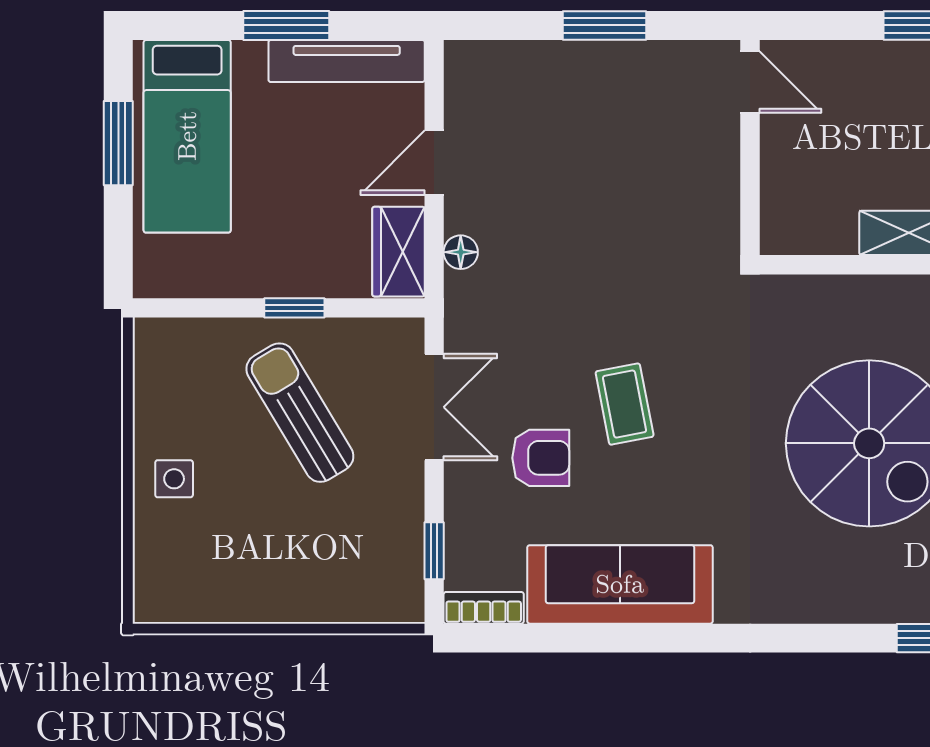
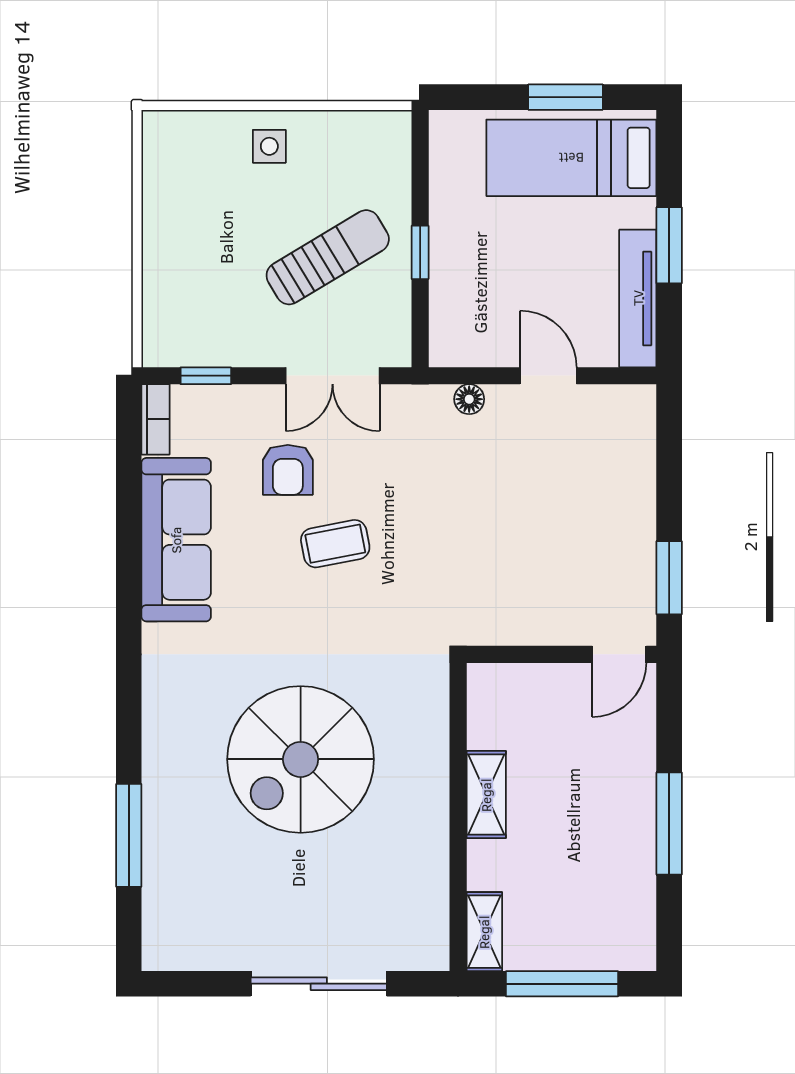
window: (604, 25) -> (669, 578), moved
wardrobe: (399, 252) -> (470, 344), removed

